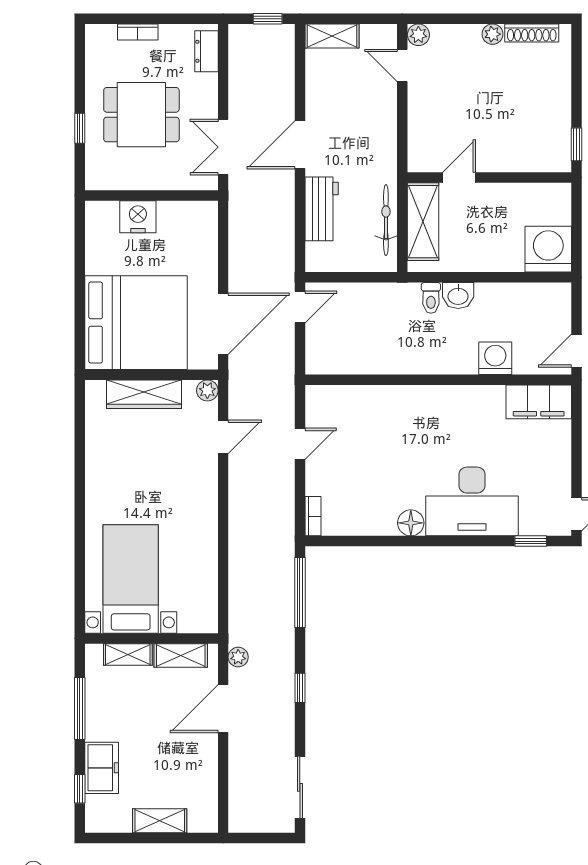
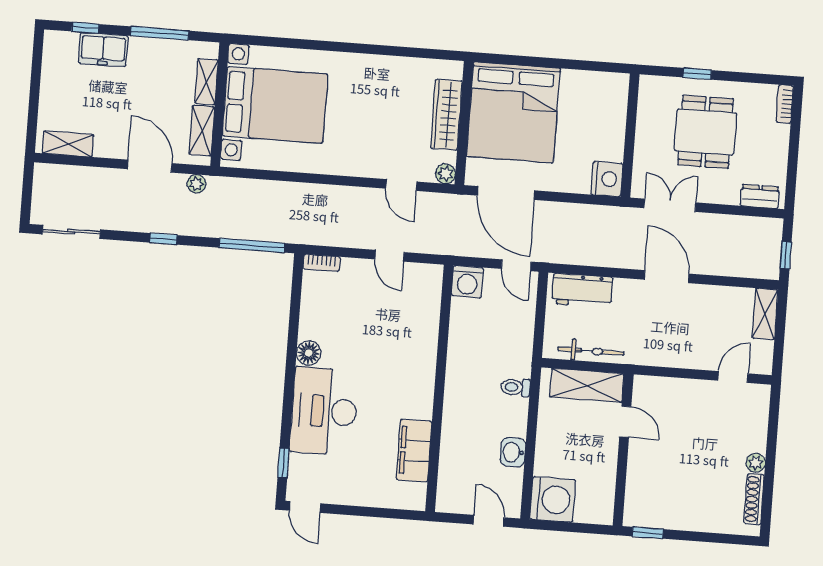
bookcase: (138, 32) -> (785, 104), moved
plant: (418, 35) -> (760, 394), removed
workbench: (322, 209) -> (582, 290), moved
nightstand: (138, 217) -> (607, 179), moved
washbasin: (458, 296) -> (513, 452), moved
door: (576, 351) -> (489, 521), moved
washing machine: (495, 358) -> (467, 282), moved, turned 90
filing cabinet: (539, 402) -> (414, 451), moved
bed with nightstands: (131, 579) -> (275, 105), width x1.36
shelving: (160, 821) -> (68, 144), moved, turned 90

